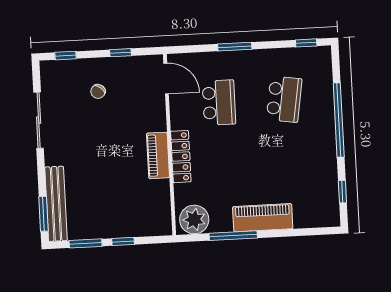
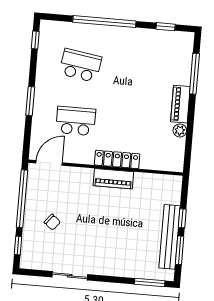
window: (120, 53) -> (22, 199), width x3.17
sliding door: (39, 120) -> (70, 276), width x0.73
bench: (56, 204) -> (170, 237), moved, turned 90
piano: (263, 218) -> (180, 104), width x0.73, depth x0.75
plant: (194, 220) -> (180, 130), moved, width x0.53, depth x0.53
window: (233, 236) -> (194, 74), moved

